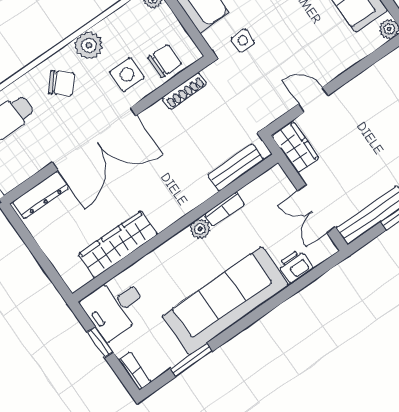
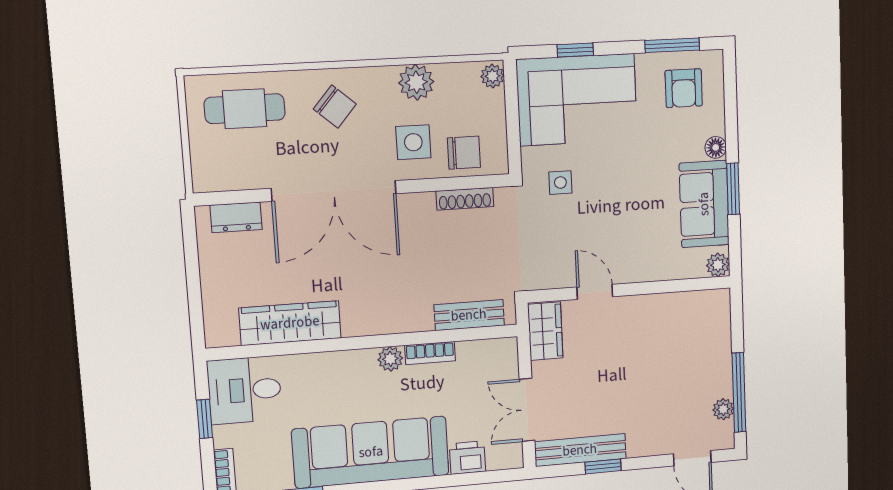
plant: (89, 45) -> (416, 82), moved
dresser: (41, 195) -> (236, 217), width x0.70

